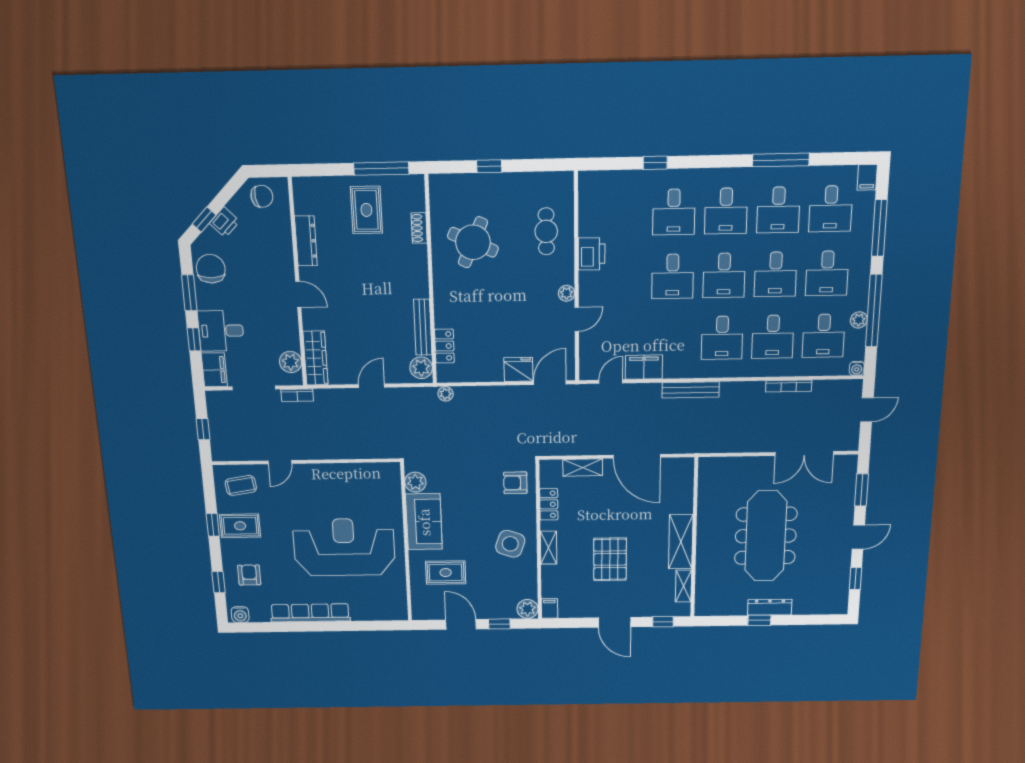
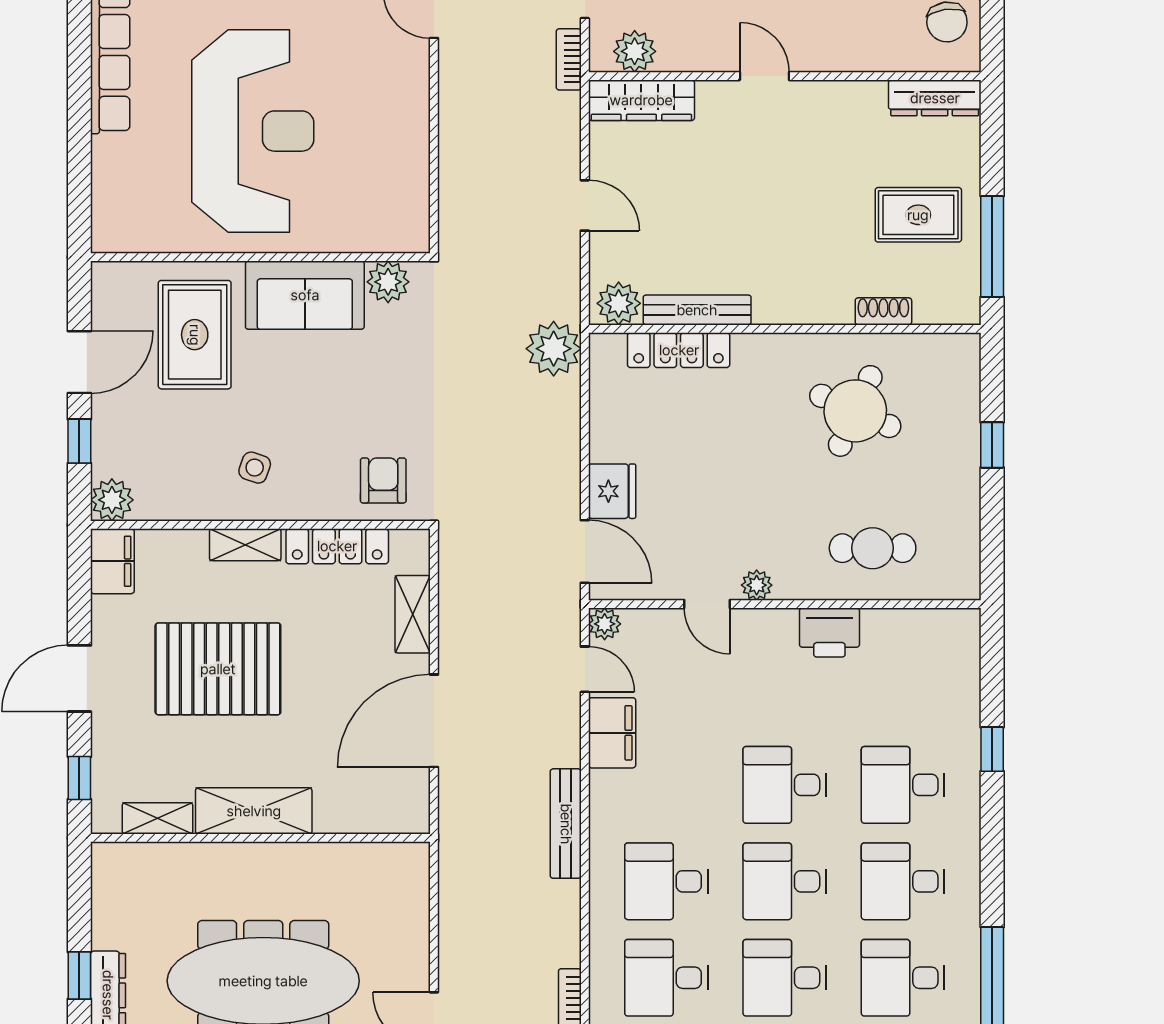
dresser: (306, 241) -> (935, 98), moved
door: (298, 294) -> (764, 76), swing flipped
locker: (444, 346) -> (679, 350), width x1.53
plant: (587, 372) -> (605, 624), added
plant: (446, 394) -> (554, 349), width x1.88, depth x1.88
locker: (549, 504) -> (337, 546), width x1.53
side table: (510, 544) -> (255, 468), width x0.54, depth x0.54
pallet: (610, 559) -> (218, 669), width x1.37, depth x1.41
rug: (446, 573) -> (195, 335), width x1.36, depth x1.43
filing cabinet: (549, 608) -> (112, 561), width x2.00

